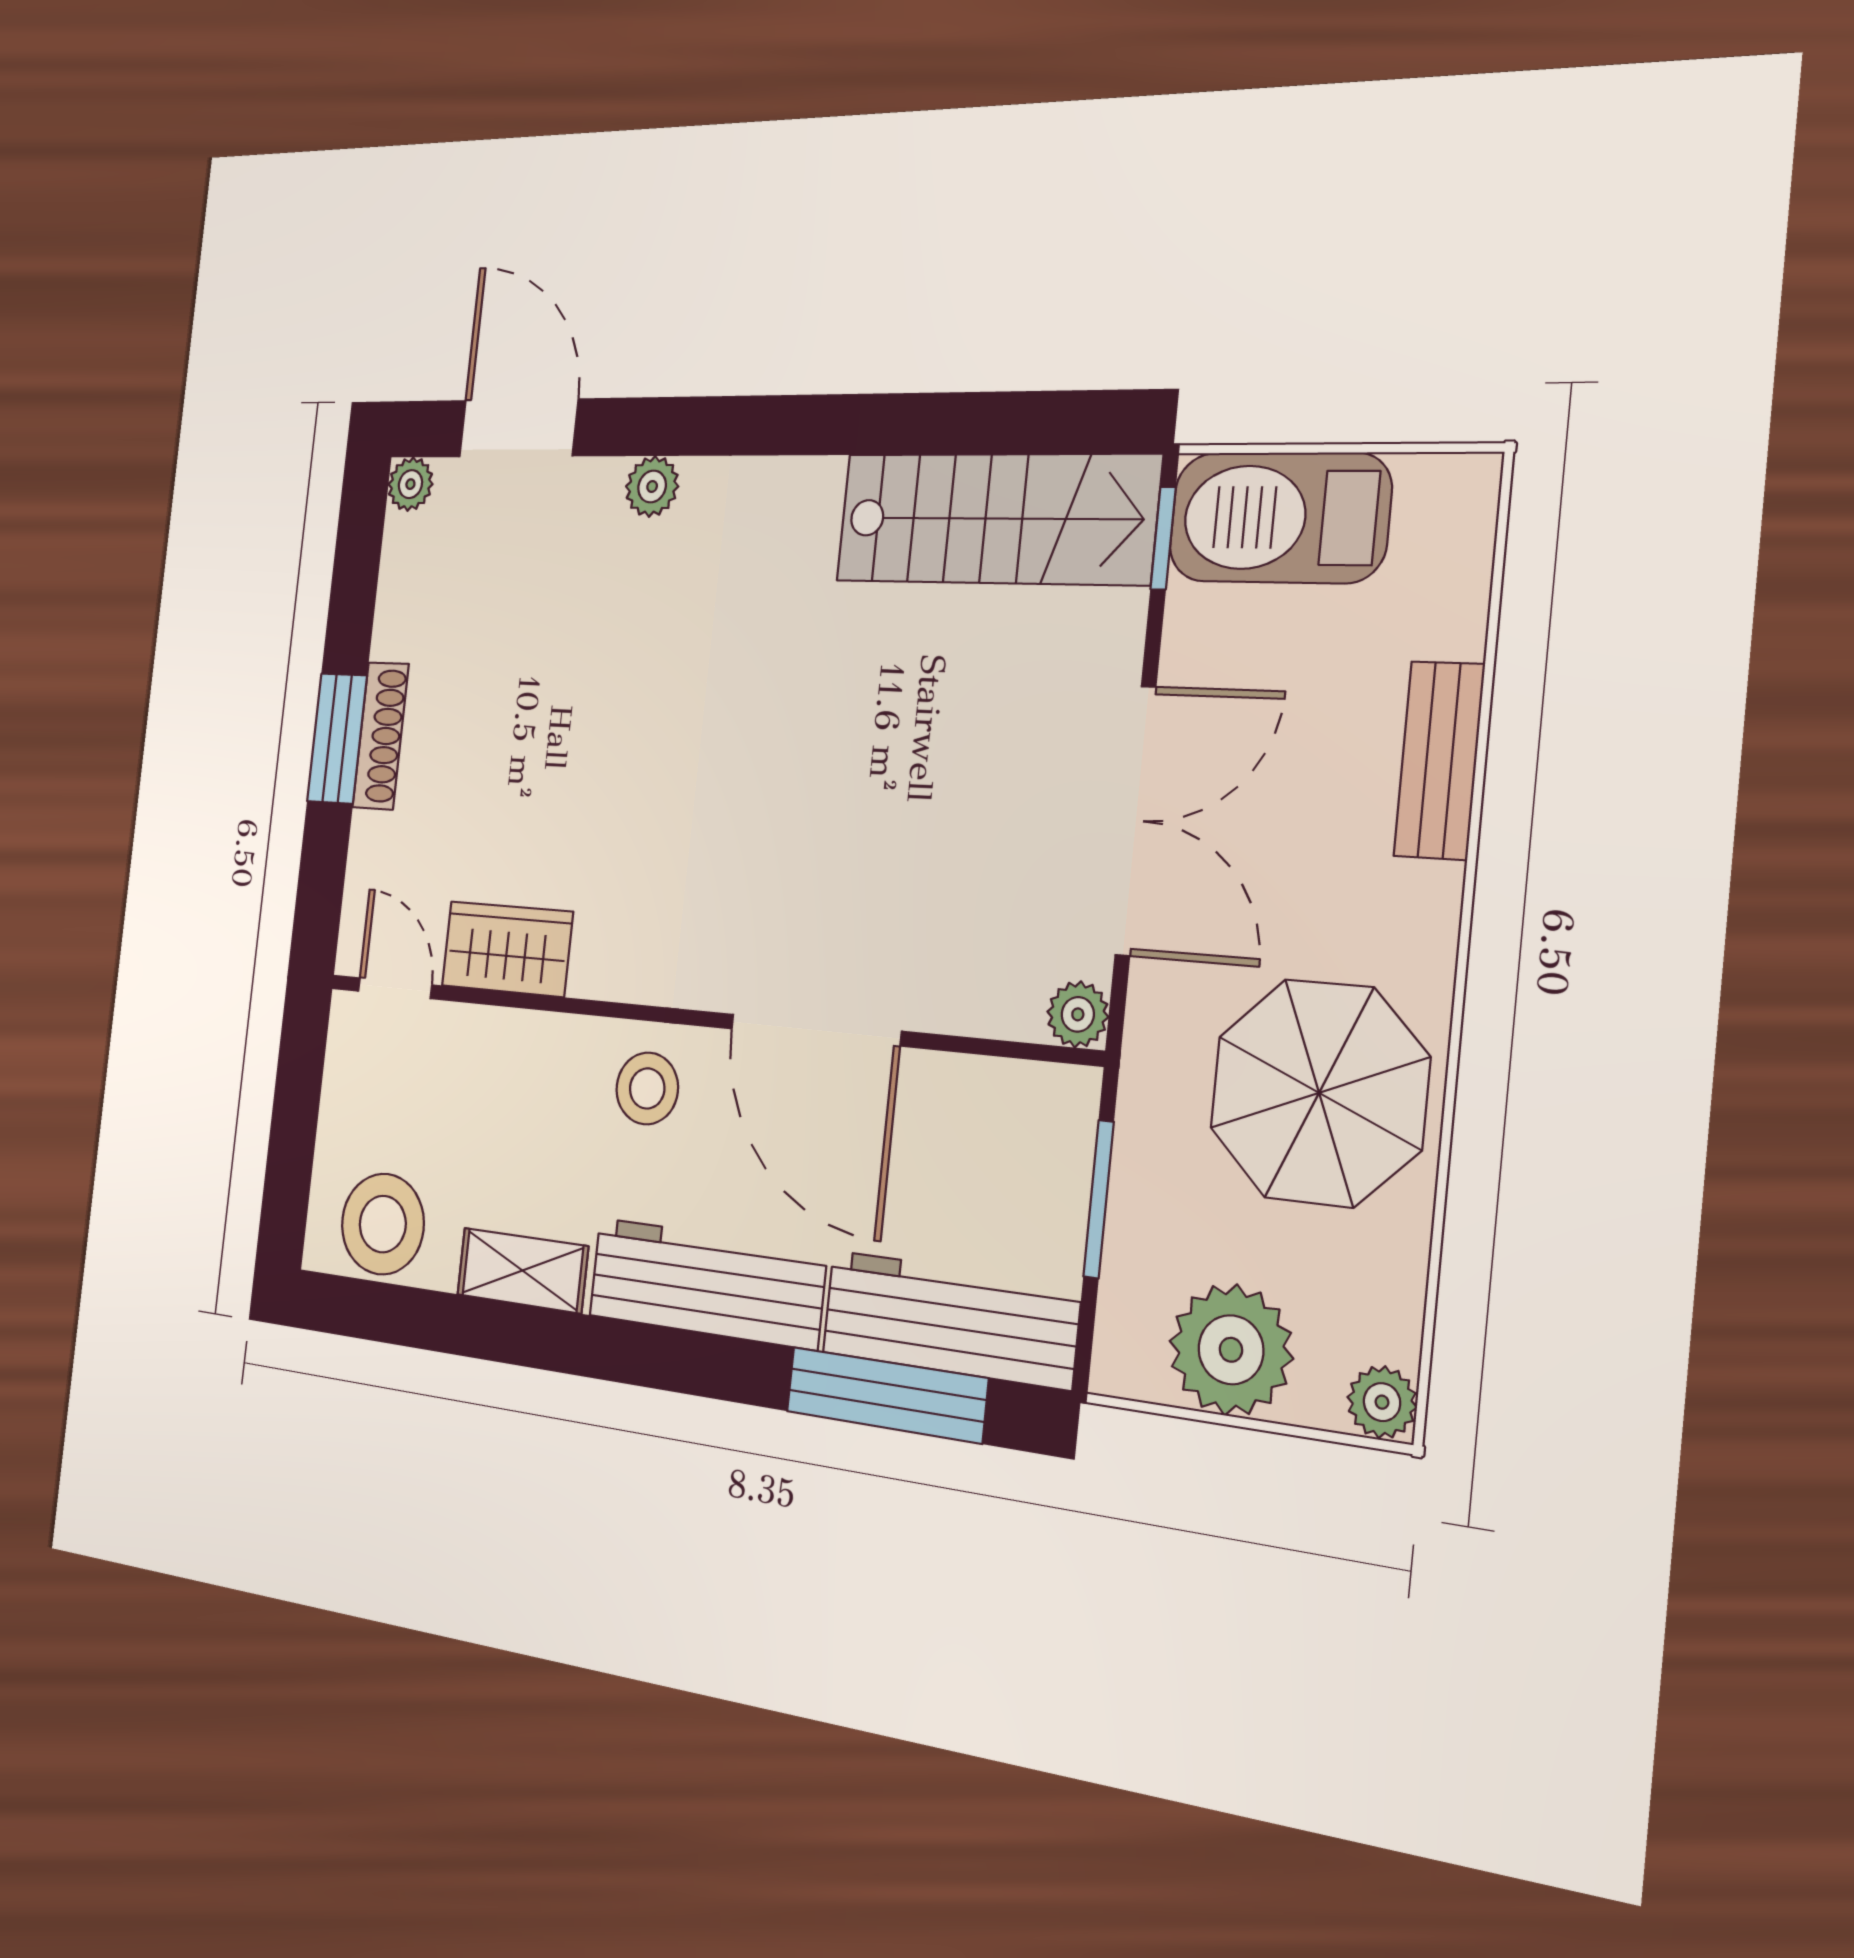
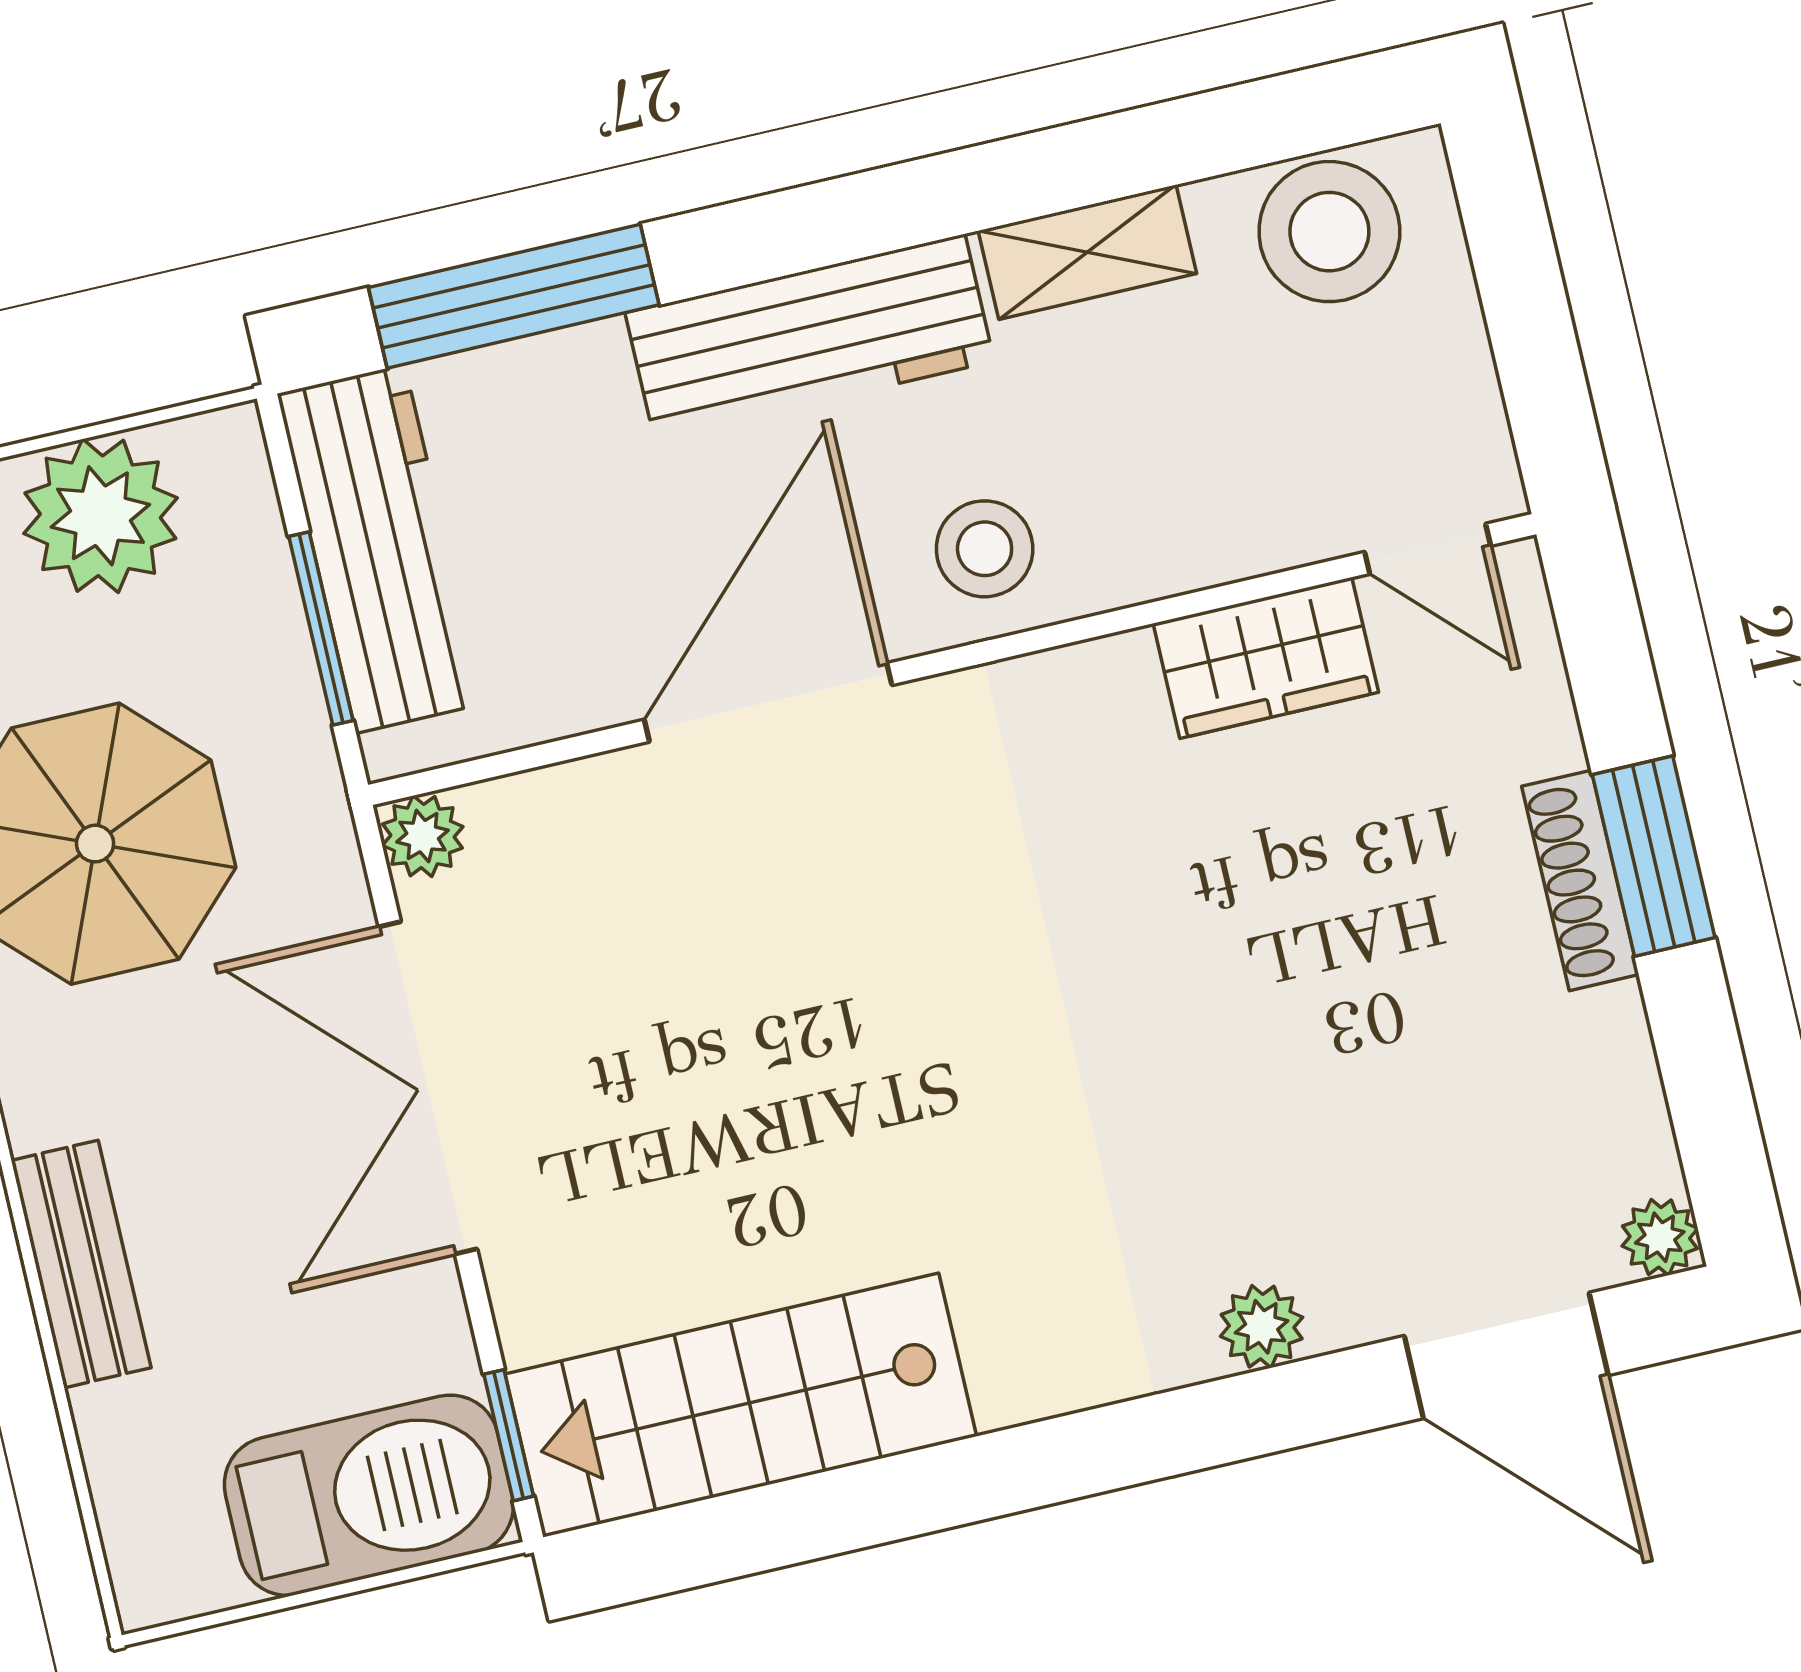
door: (815, 1030) -> (768, 702), hinge flipped
workbench: (950, 1319) -> (380, 549), moved, turned -90

